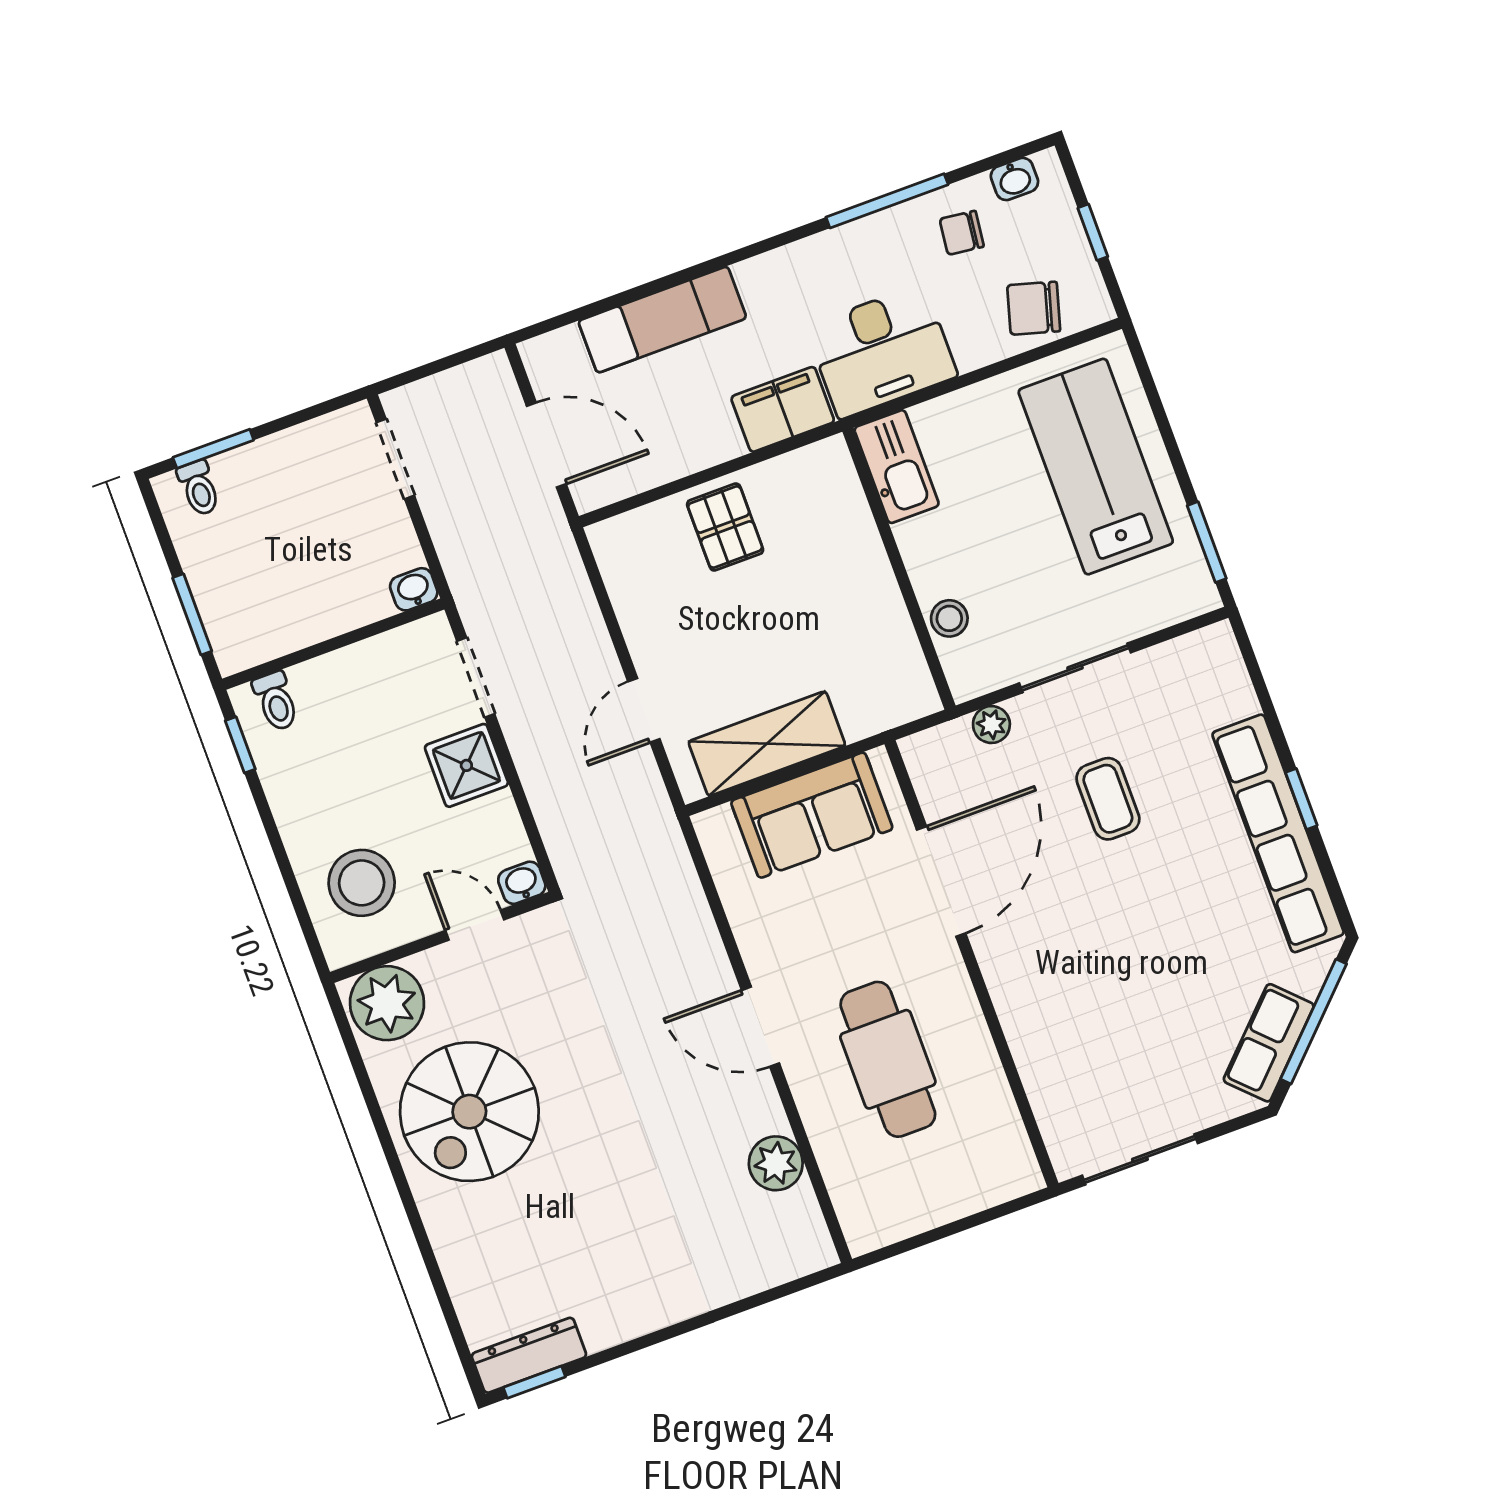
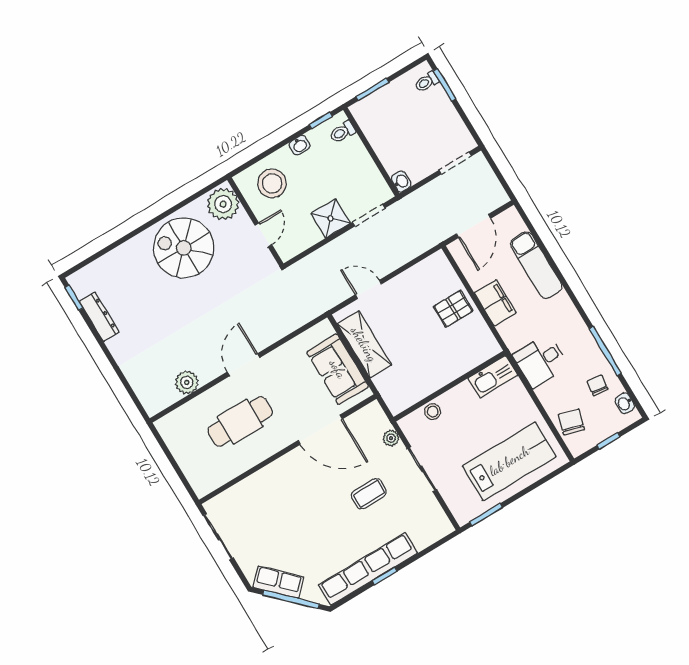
desk: (881, 351) -> (541, 361), width x0.73
filing cabinet: (783, 409) -> (495, 303), moved
washbasin: (522, 883) -> (300, 145), moved, turned 90
dresser: (529, 1355) -> (99, 317), moved

